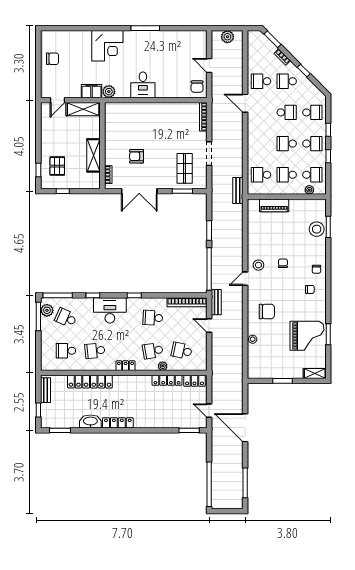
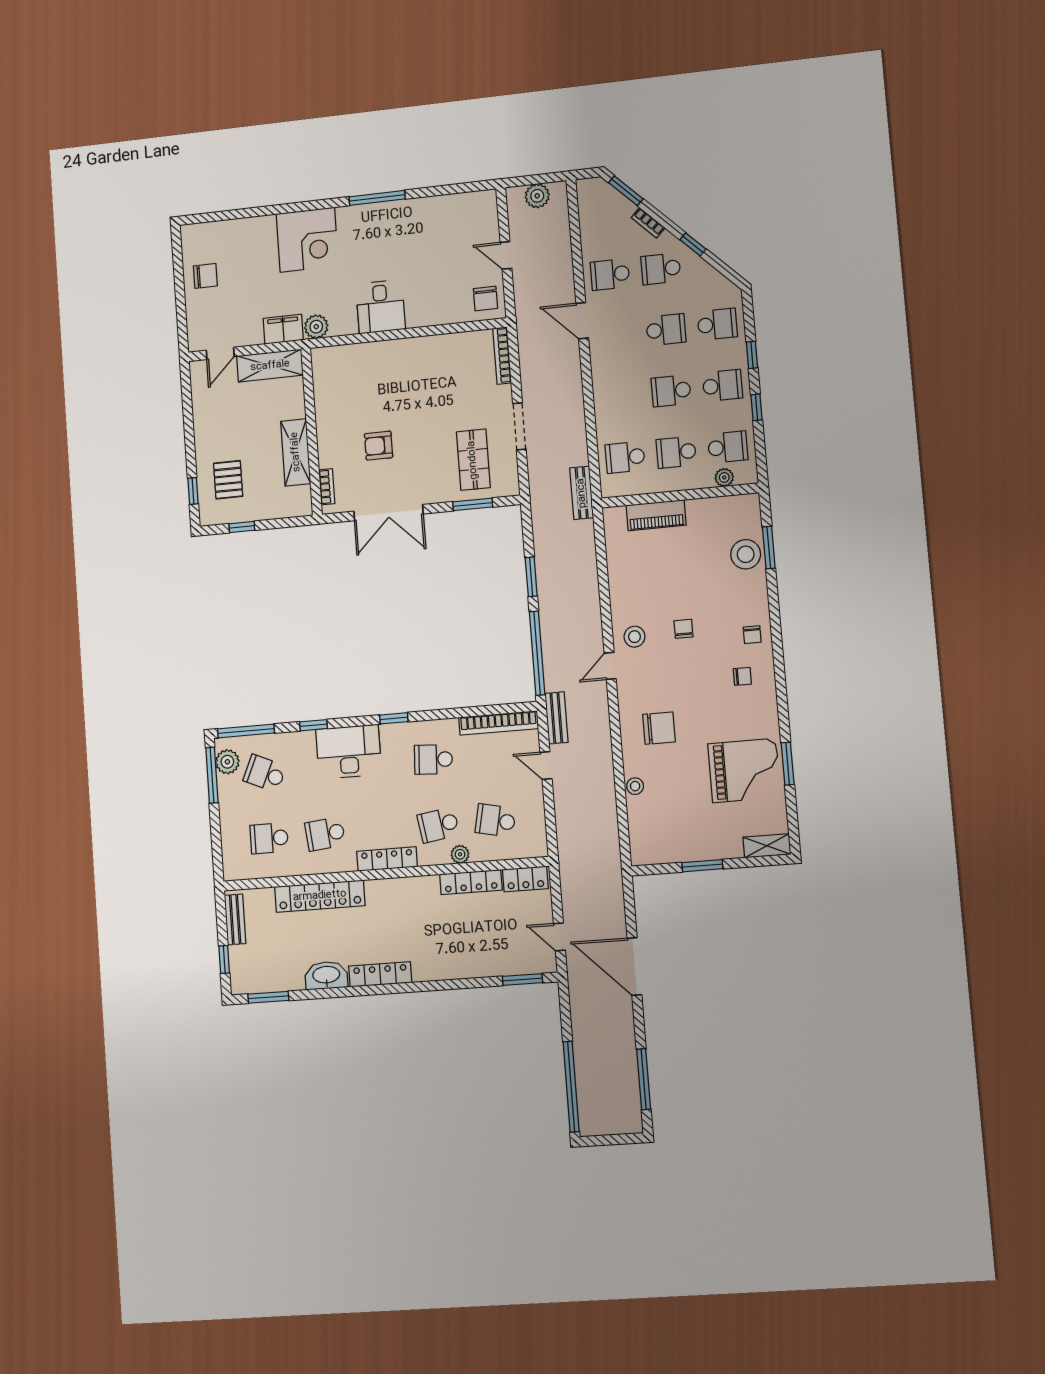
locker: (126, 366) -> (387, 859), width x1.53

